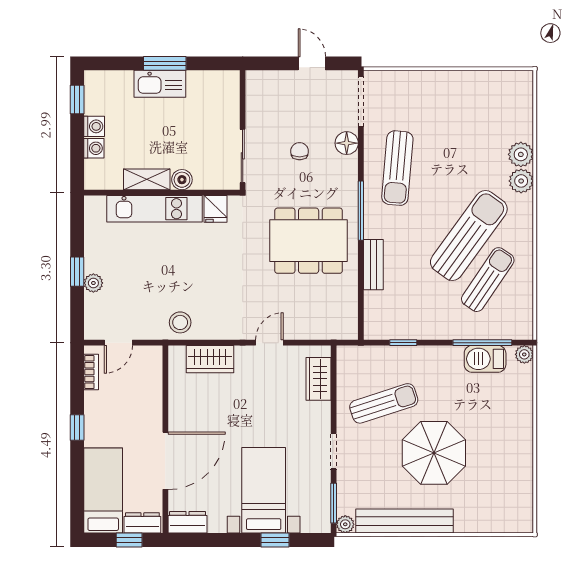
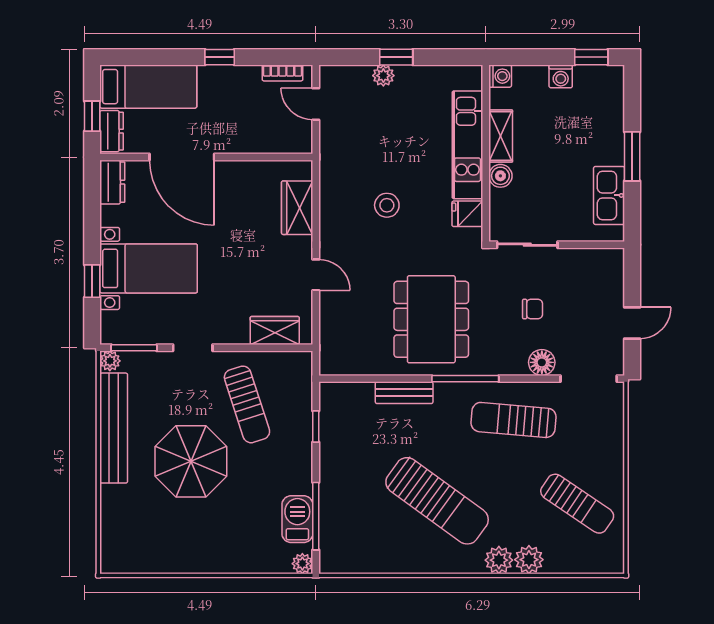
kitchen sink: (160, 84) -> (609, 195), moved
washing machine: (94, 148) -> (500, 76), moved, turned -90
sun lounger: (488, 280) -> (577, 504), moved
stool: (180, 322) -> (387, 205), moved

